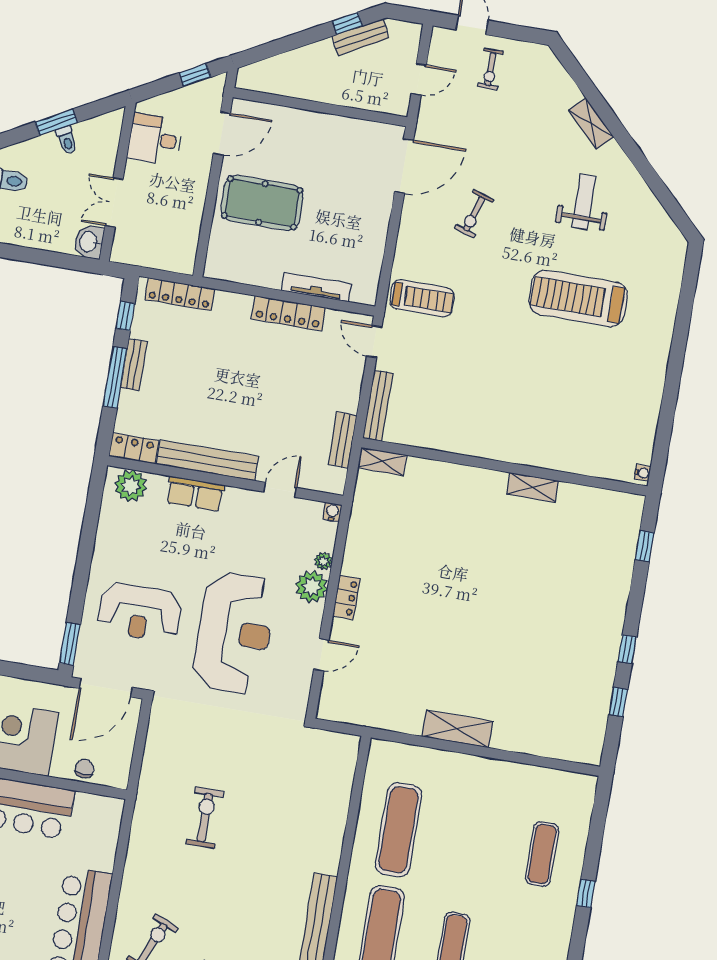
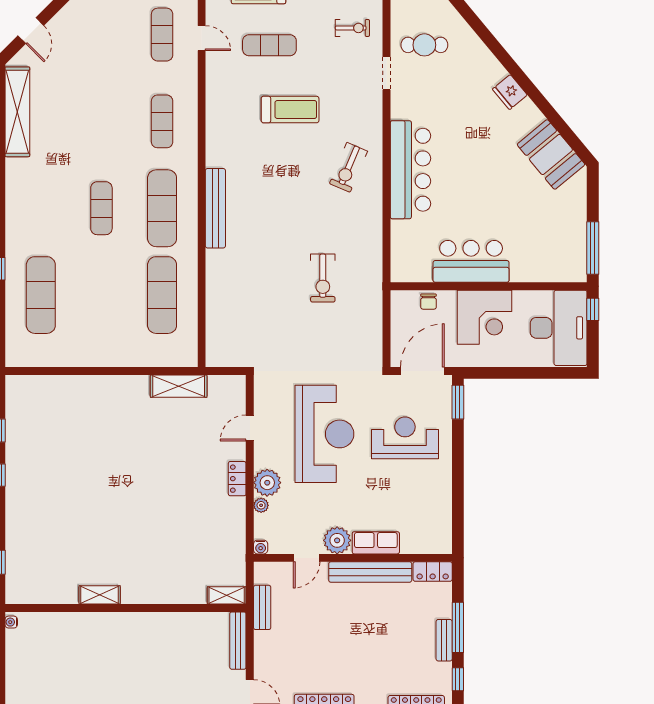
plant: (131, 486) -> (337, 540), moved
reception desk: (234, 633) -> (324, 434), turned 180
shelving: (457, 729) -> (179, 386), moved
exercise mat: (542, 854) -> (41, 295), width x1.36, depth x1.45

